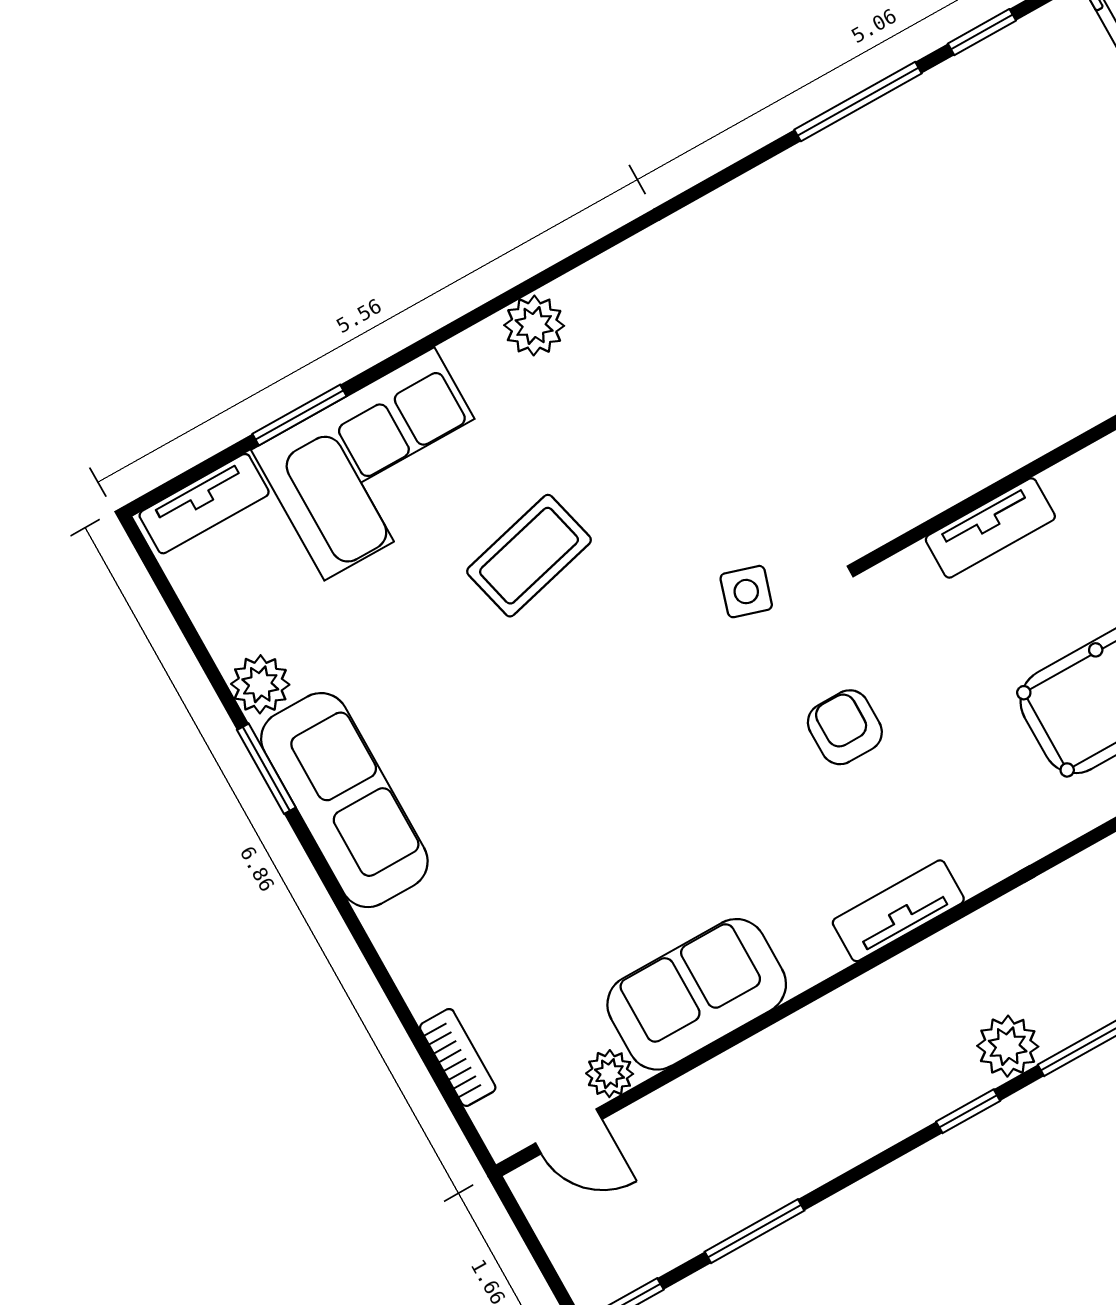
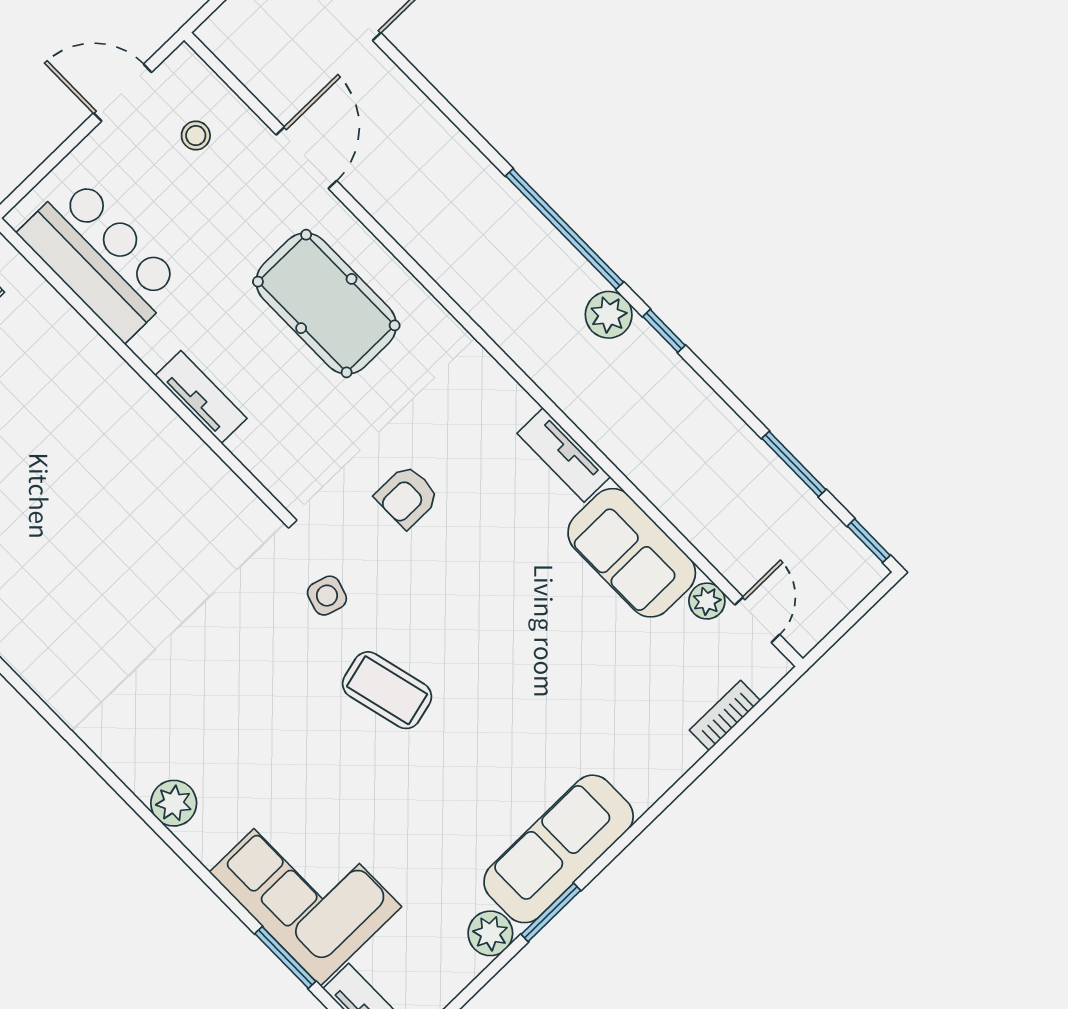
tv unit: (990, 528) -> (201, 397), moved
coffee table: (529, 556) -> (387, 690), moved
tv unit: (898, 911) -> (564, 455), moved

